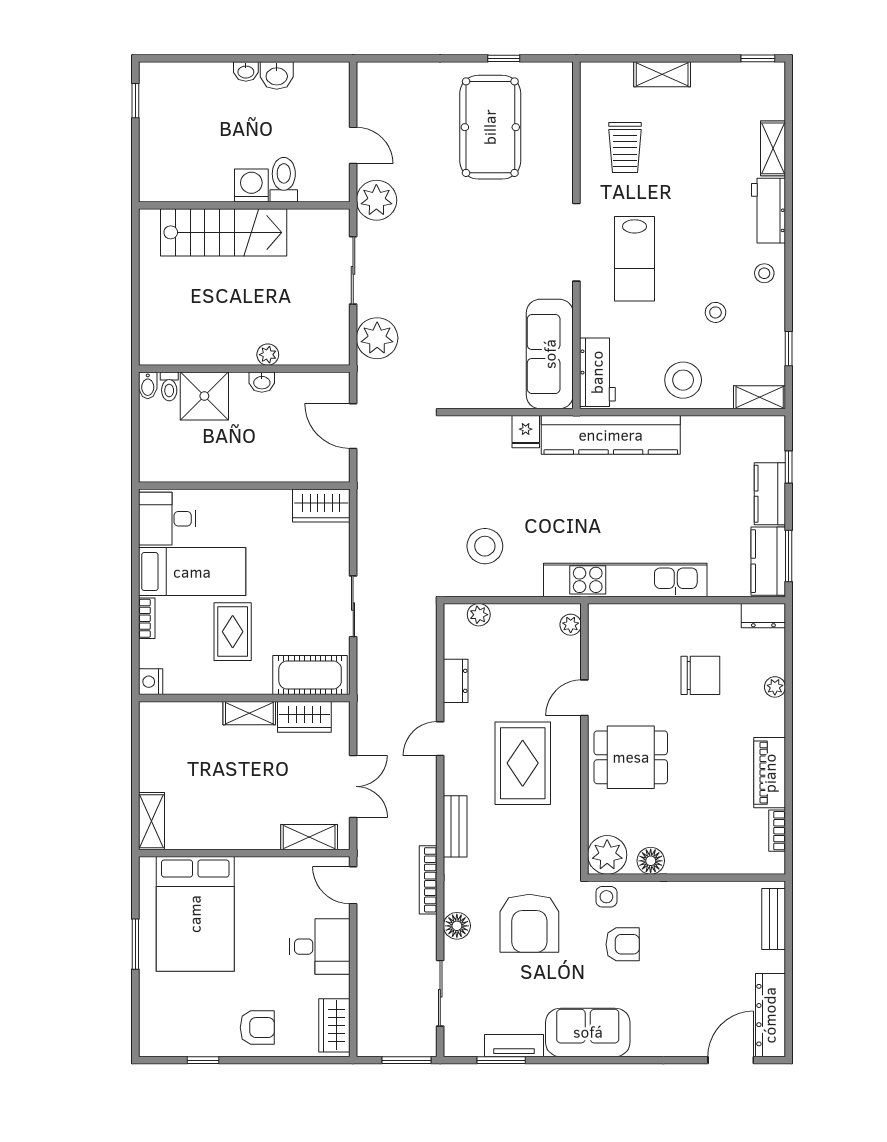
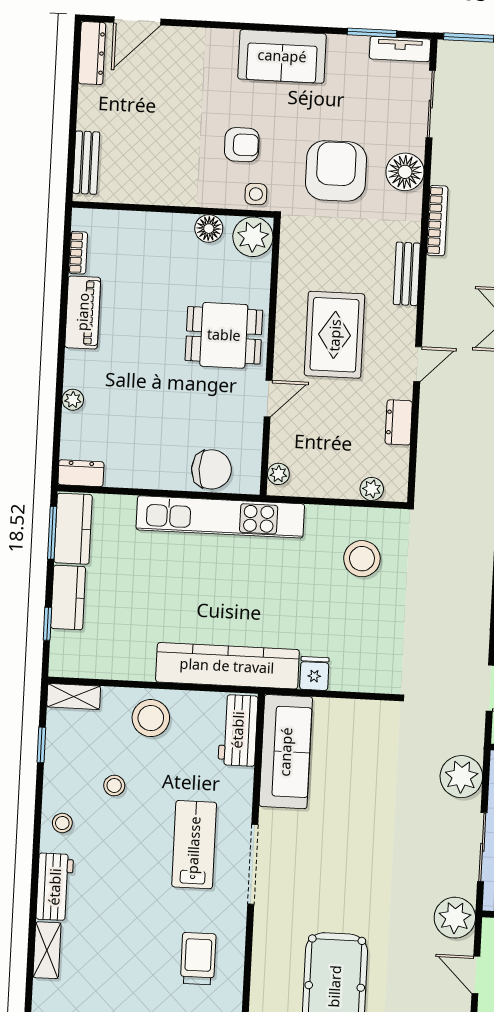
chair: (700, 675) -> (211, 469), moved, turned 180
floor lamp: (457, 926) -> (405, 172), width x1.38, depth x1.38
armchair: (623, 944) -> (242, 145), turned 180
dresser: (770, 1015) -> (92, 53), width x0.73, depth x0.80
tv unit: (514, 1046) -> (400, 49), moved

